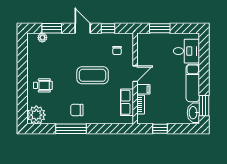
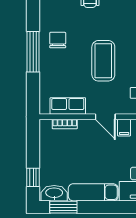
filing cabinet: (143, 89) -> (124, 128), moved
window: (71, 129) -> (33, 52), moved
window: (160, 129) -> (33, 177), moved

